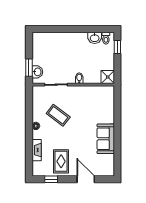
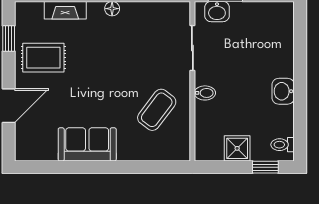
washbasin: (95, 38) -> (283, 91), moved
shower: (108, 77) -> (237, 148), moved
coffee table: (58, 115) -> (157, 110), moved

